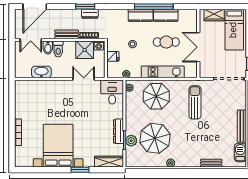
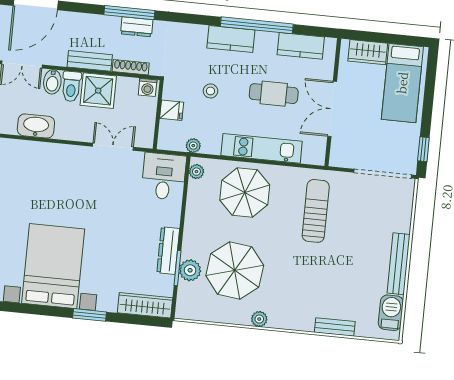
window: (85, 7) -> (129, 13), width x1.44
kitchen counter: (166, 15) -> (301, 46), moved
shower: (85, 50) -> (98, 91), moved

